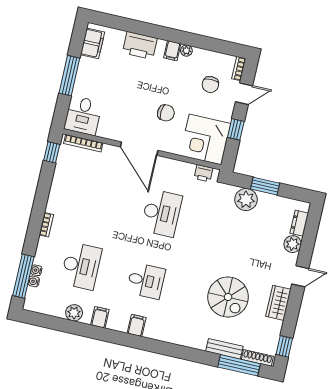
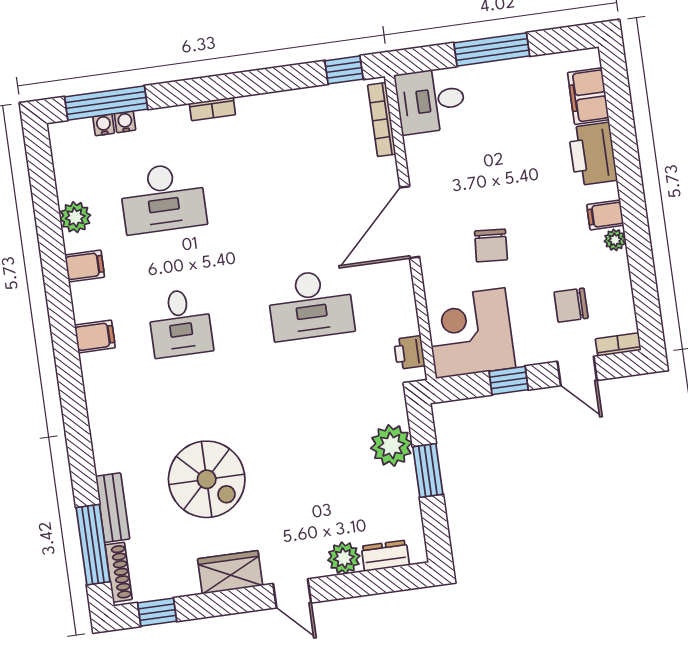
filing cabinet: (93, 43) -> (588, 96), moved, turned 90
spiral stairs: (228, 297) -> (207, 479), turned -90

